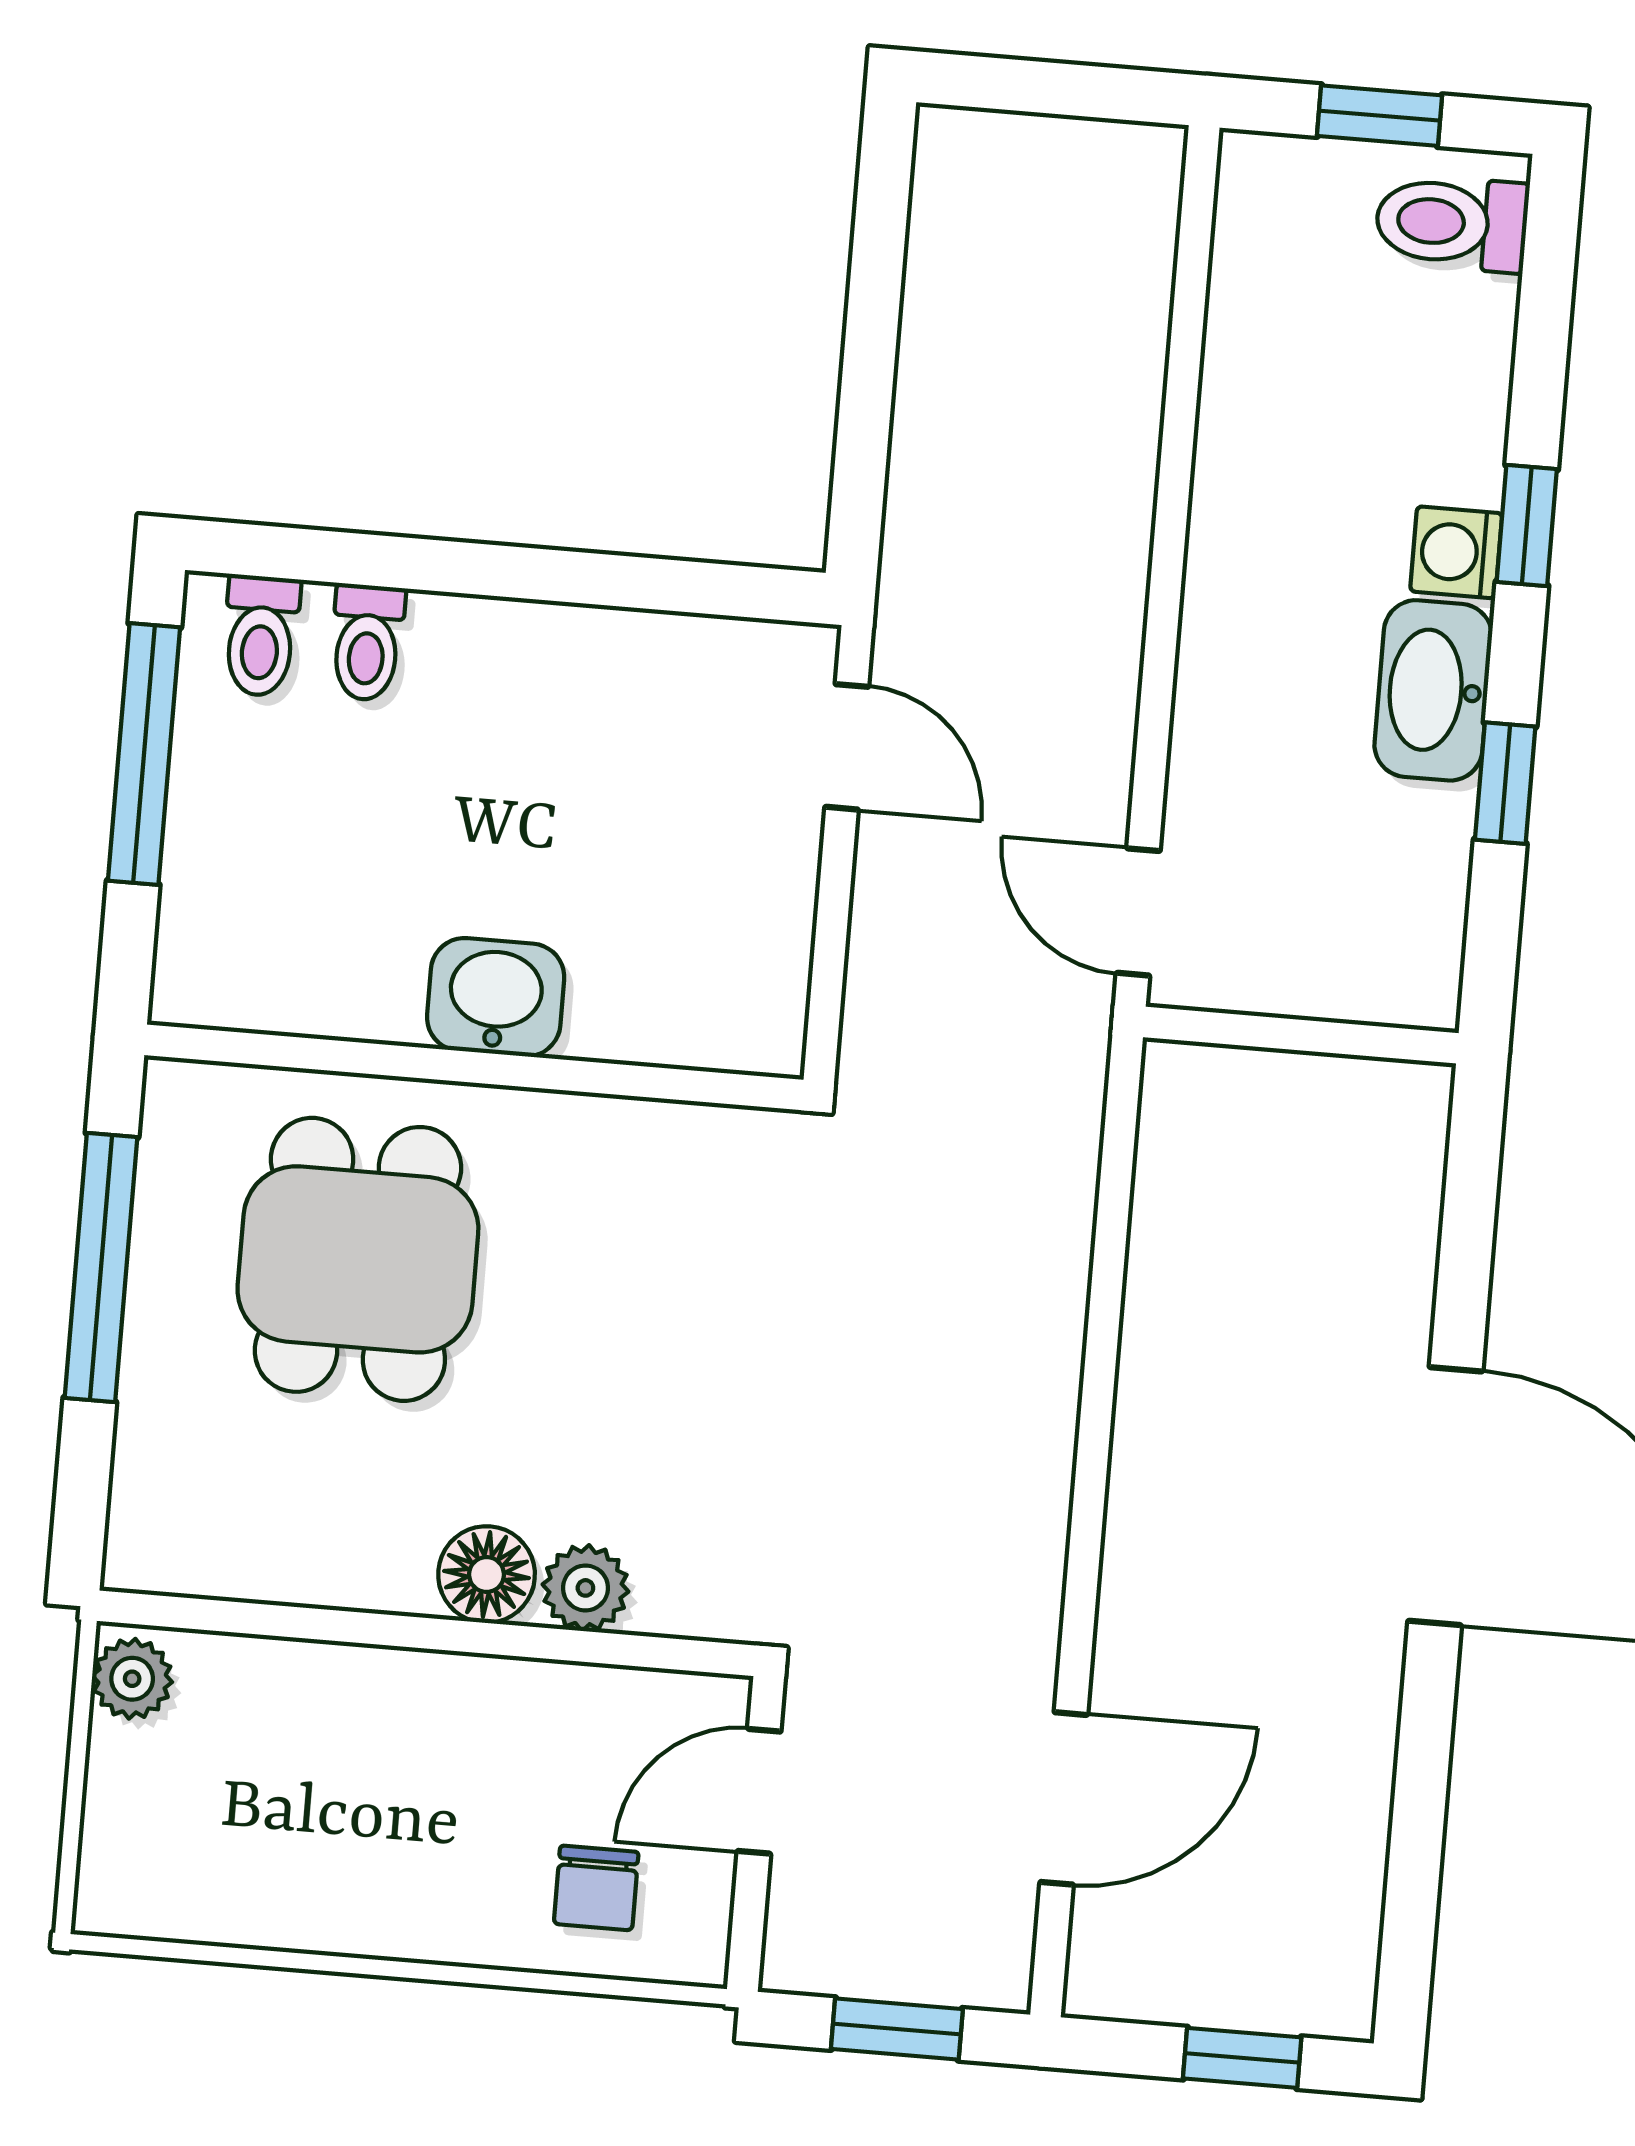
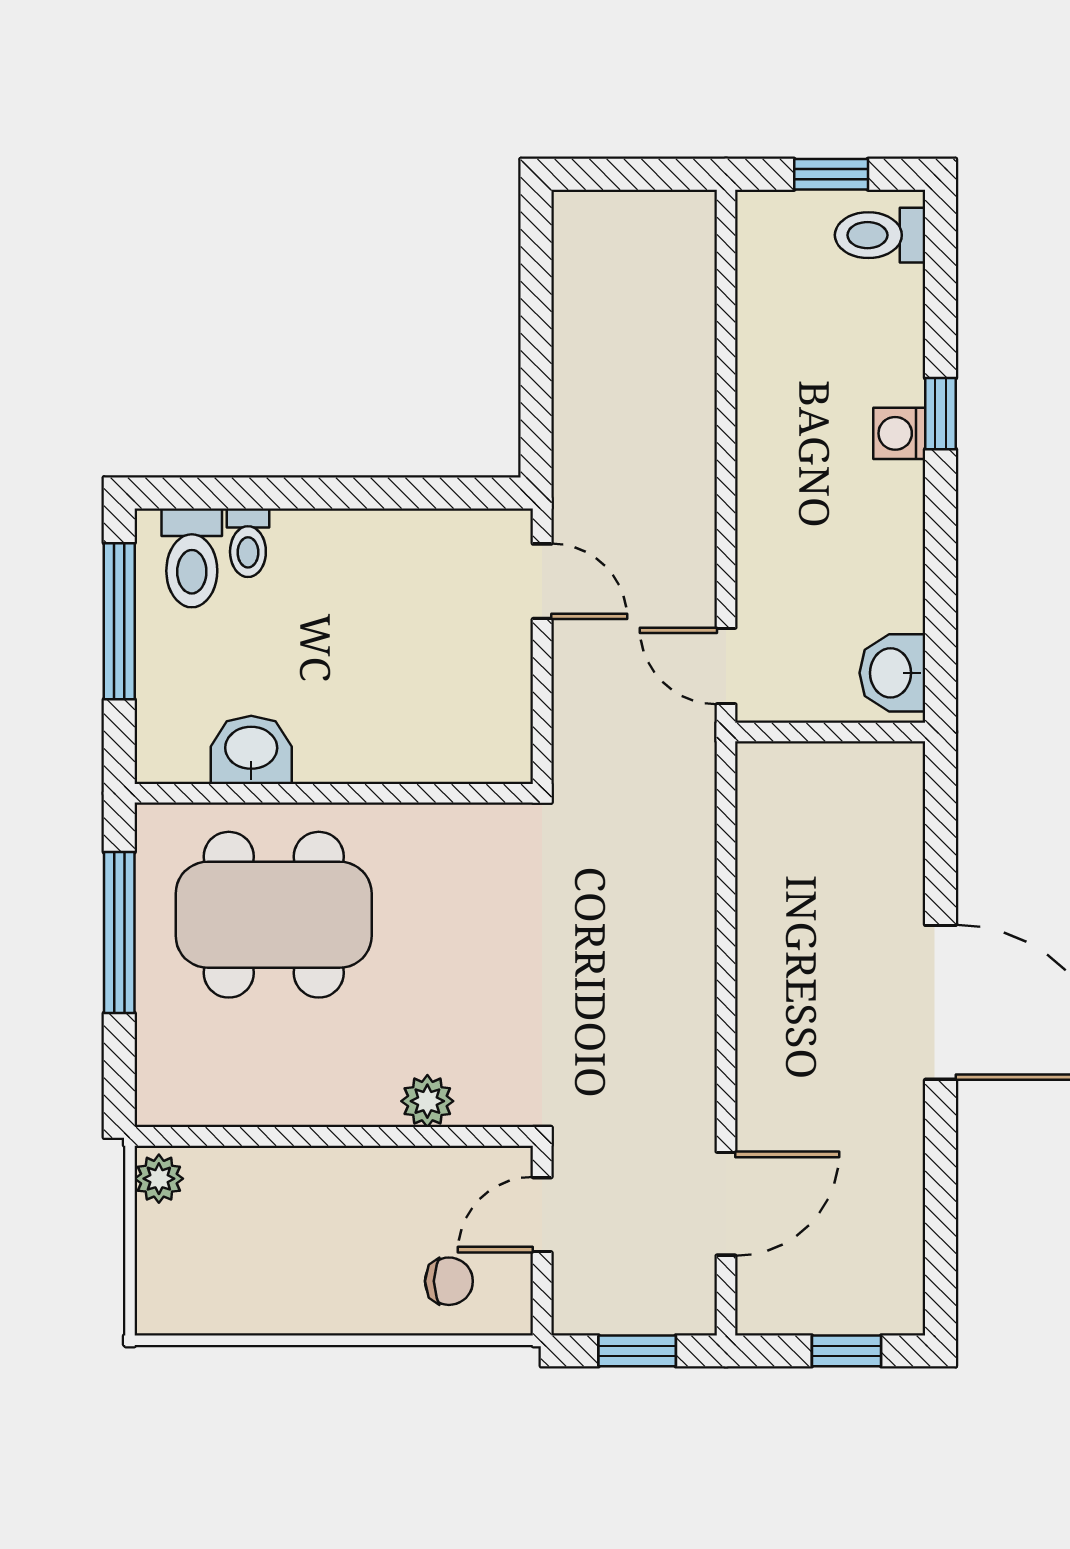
toilet: (261, 636) -> (192, 558), width x1.37, depth x1.39
washbasin: (1433, 690) -> (892, 673), moved, width x0.72
window: (1505, 783) -> (940, 570), removed
washbasin: (496, 997) -> (251, 750), moved
dining table: (358, 1259) -> (274, 915), width x1.38
floor lamp: (487, 1575) -> (367, 1098), removed
chair: (596, 1888) -> (449, 1281), turned -90

